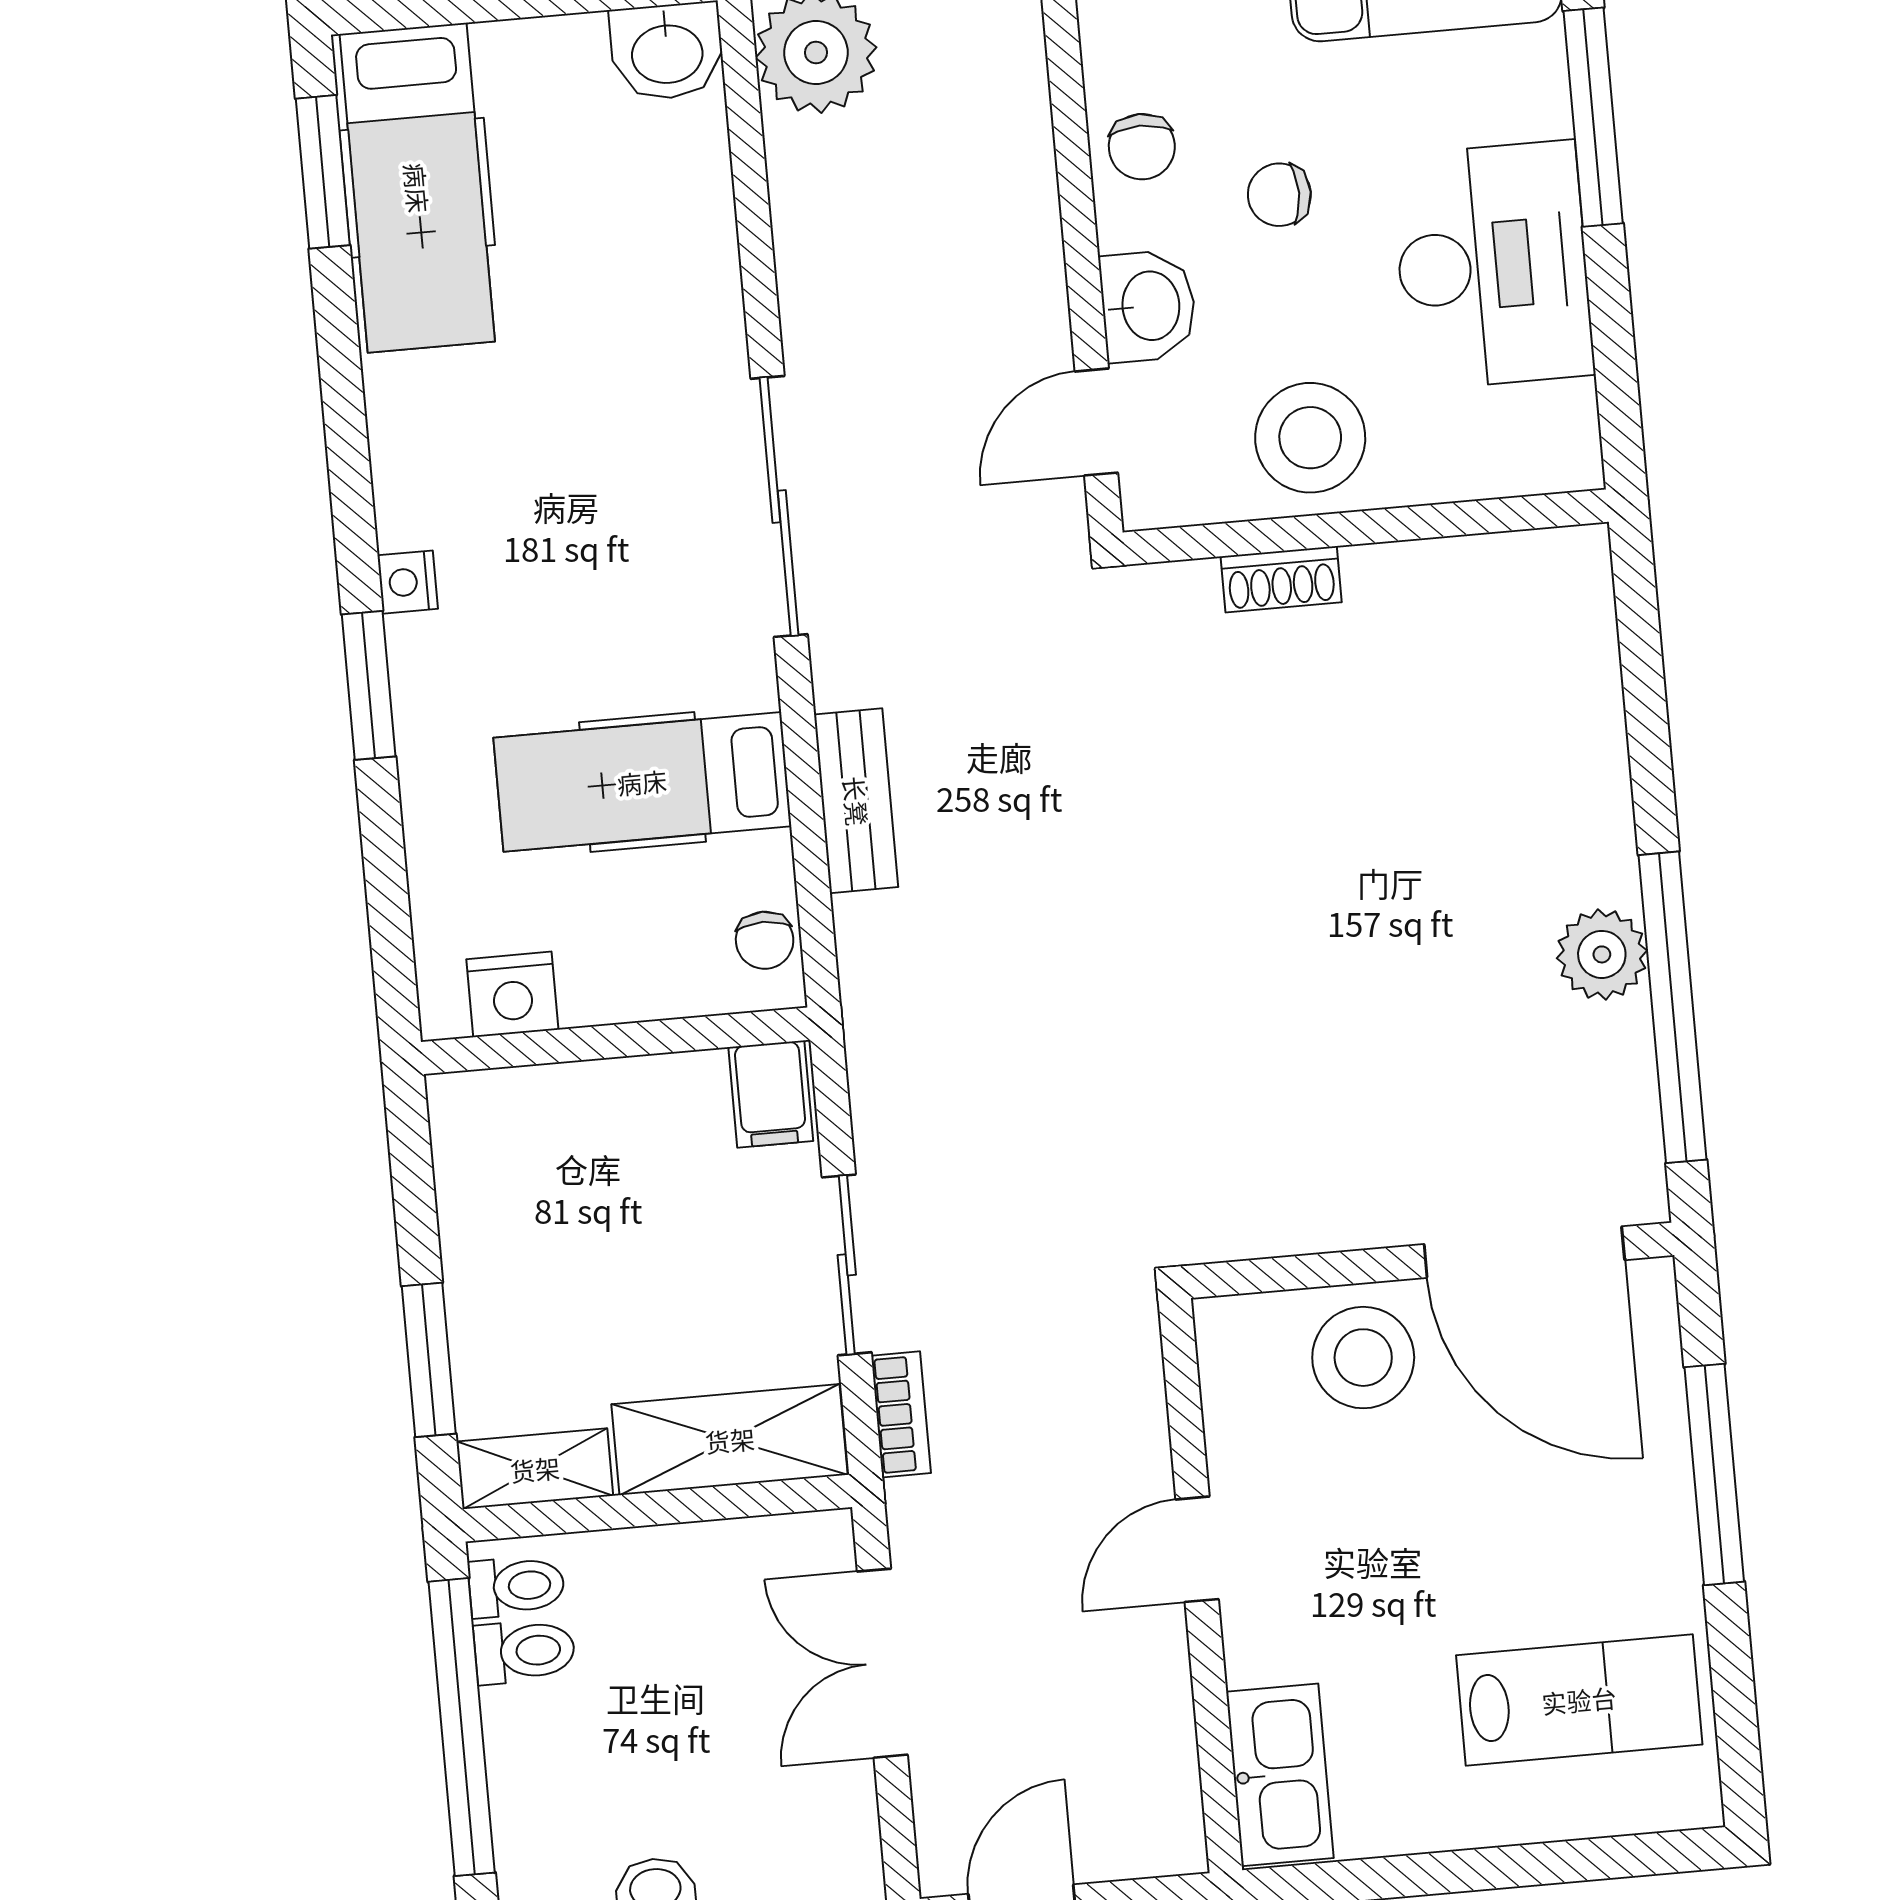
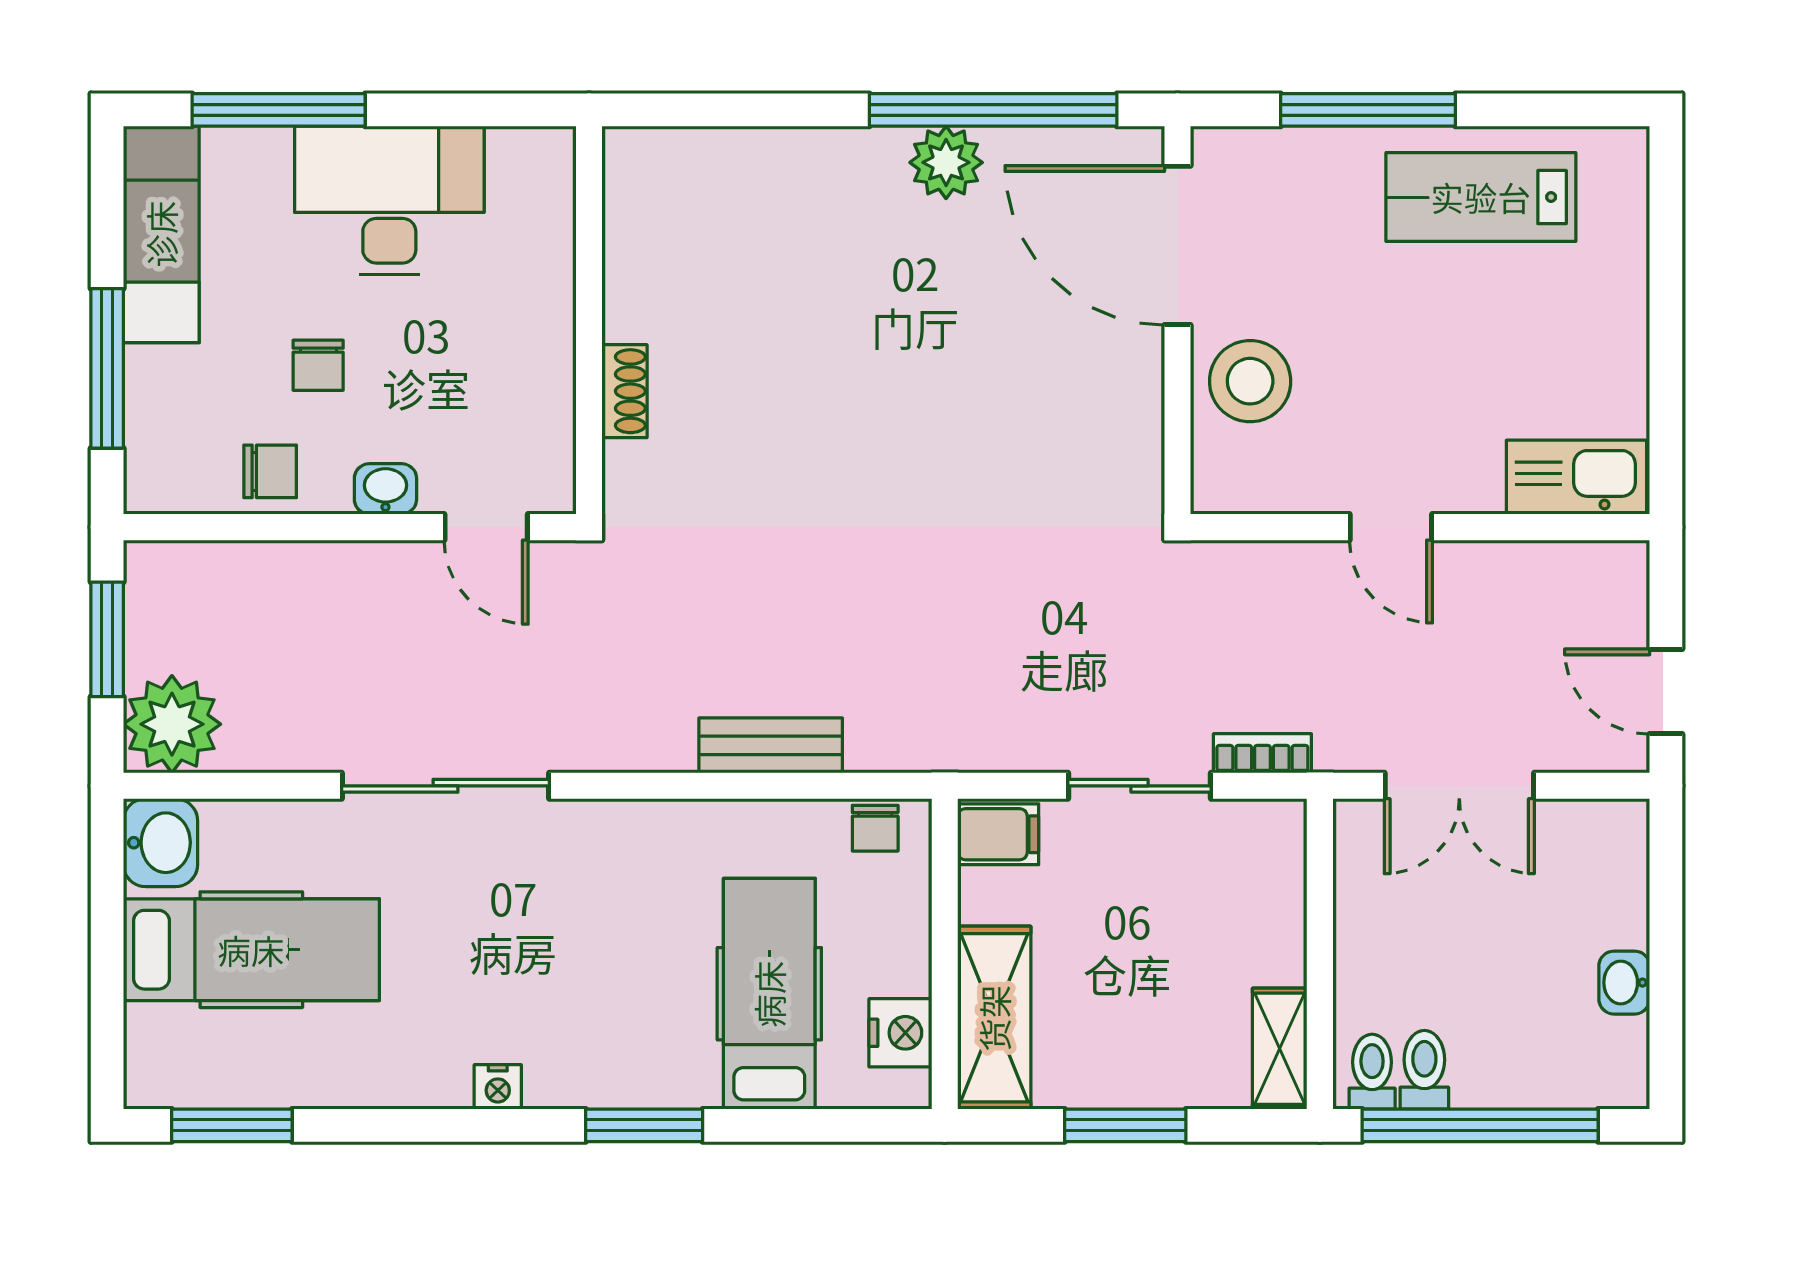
hospital bed: (417, 188) -> (251, 950), moved
washbasin: (1148, 306) -> (385, 489), width x0.72, depth x0.69
stool: (1310, 438) -> (514, 358), removed
sliding door: (779, 506) -> (445, 786), moved
nightstand: (408, 582) -> (498, 1087), moved
hospital bed: (642, 782) -> (769, 994), moved, turned 180
chair: (765, 940) -> (875, 828), turned 90
door: (1524, 1252) -> (1178, 245), swing flipped
window: (429, 1360) -> (1125, 1125), moved
shelving: (730, 1440) -> (994, 1018), moved
lab bench: (1579, 1700) -> (1481, 197), moved, turned -90

